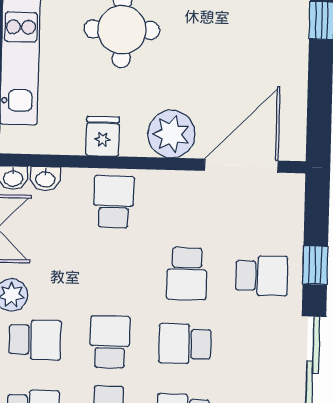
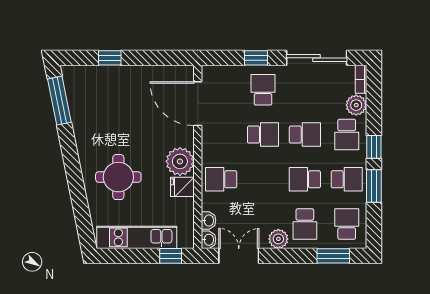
plant: (171, 134) -> (180, 161), moved
school desk: (35, 340) -> (305, 224), turned 180
school desk: (185, 344) -> (305, 135), turned -90

